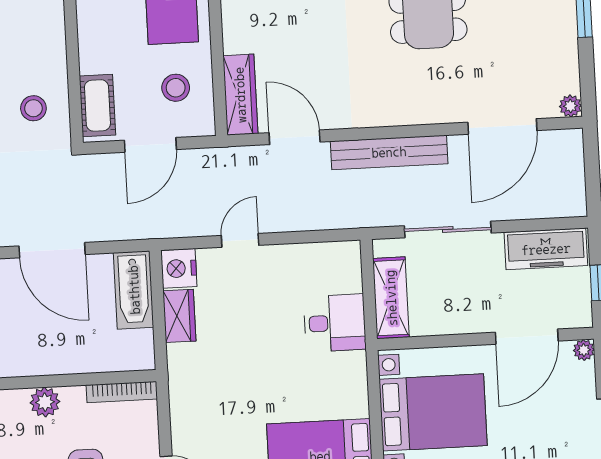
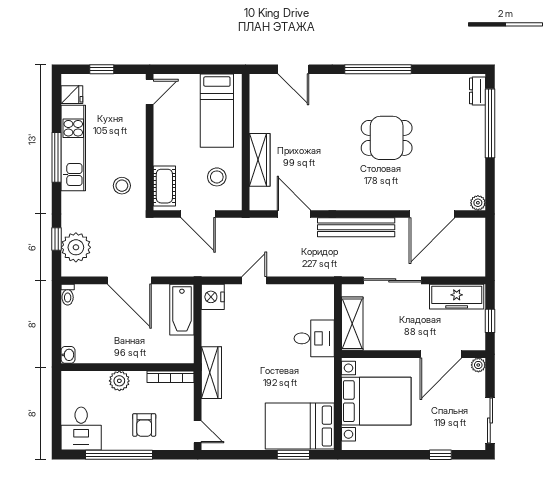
wardrobe: (240, 95) -> (260, 160), moved
door: (150, 145) -> (198, 214), hinge flipped
wardrobe: (179, 316) -> (211, 373), moved, width x1.50

